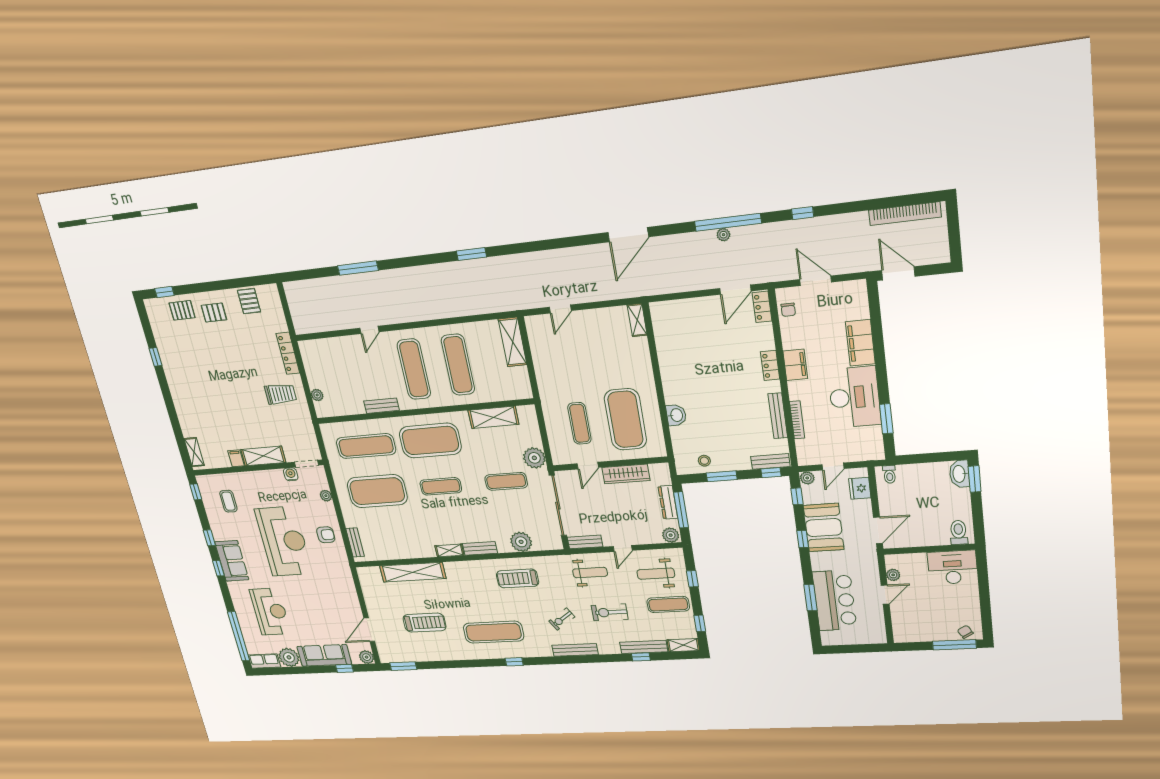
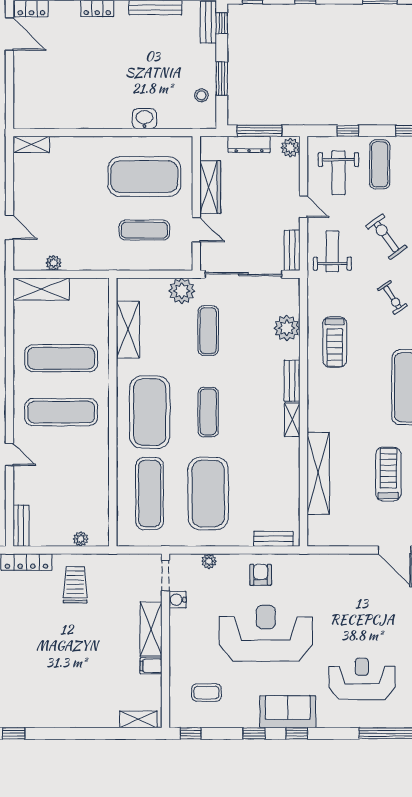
plant: (537, 350) -> (54, 263), added
bench: (382, 406) -> (21, 526), moved
exercise bike: (610, 612) -> (386, 237), turned 144

